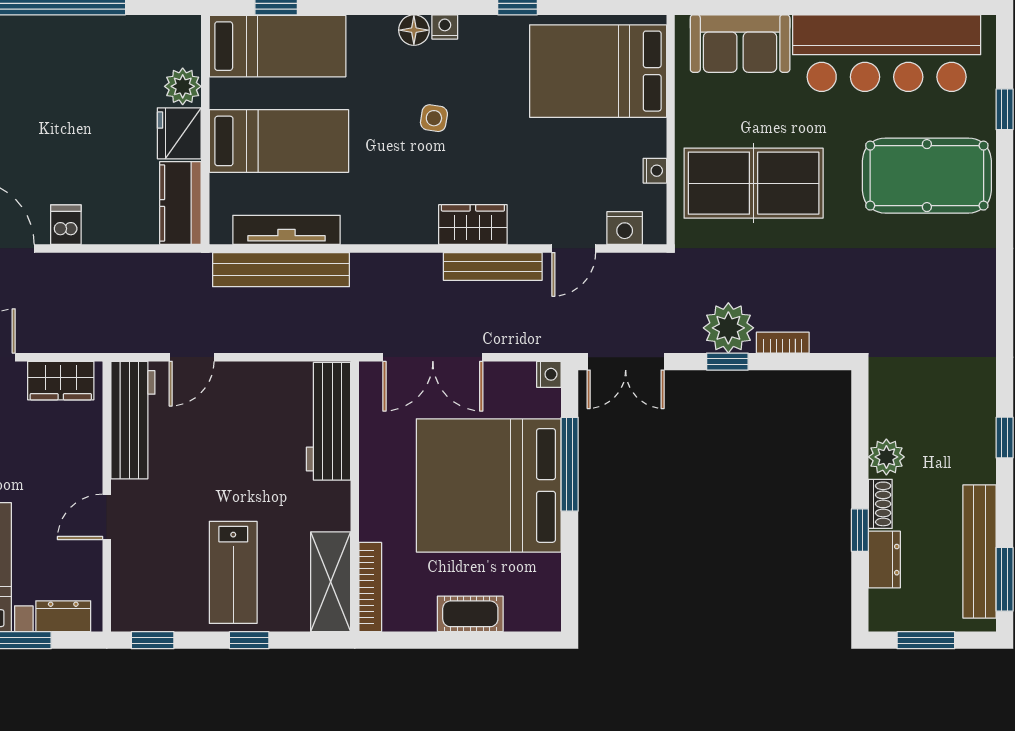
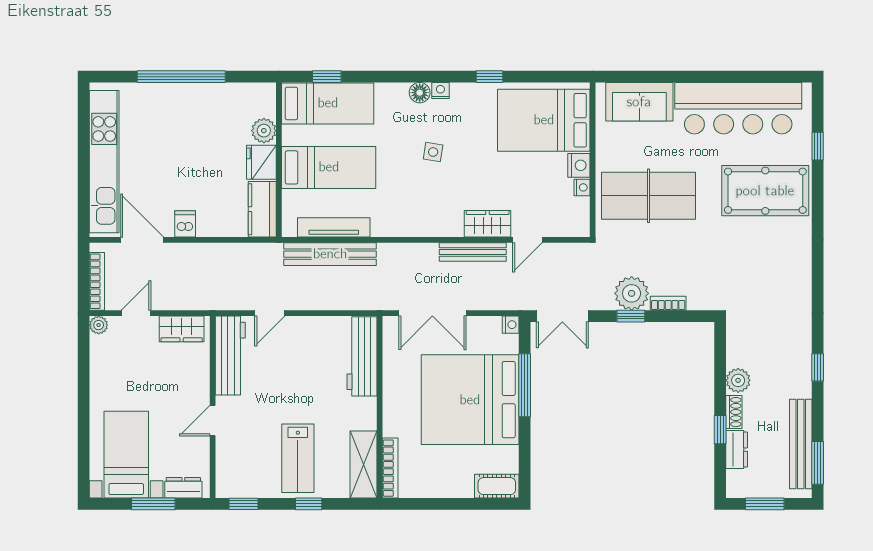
wardrobe: (473, 225) -> (488, 224), moved
nightstand: (625, 228) -> (579, 165), moved, turned -90
cot: (470, 614) -> (497, 486), moved

